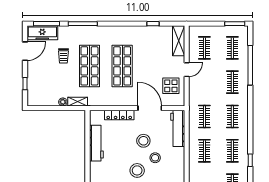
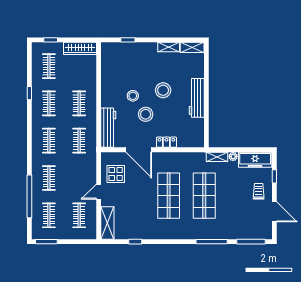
freezer: (42, 33) -> (255, 160), moved, turned 180
door: (25, 51) -> (274, 212), swing flipped
trolley: (63, 56) -> (259, 191), moved
locker: (119, 115) -> (166, 142), width x0.66
workbench: (96, 143) -> (197, 98), moved
stool: (137, 170) -> (163, 90), moved

